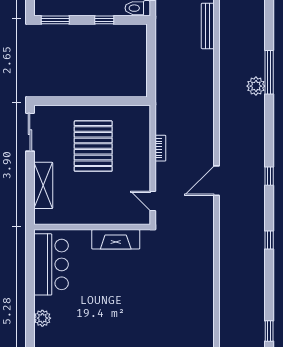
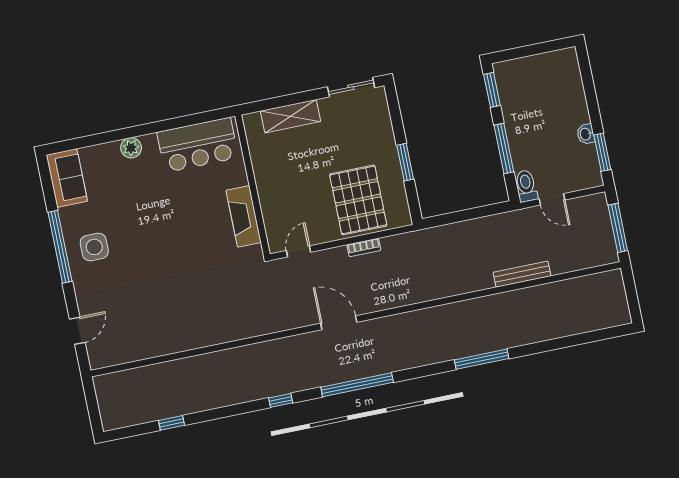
window: (104, 20) -> (504, 149), width x2.17
plant: (256, 86) -> (462, 347), removed
window: (99, 101) -> (405, 162), added
pallet: (93, 146) -> (358, 200), moved, turned 90
window: (269, 176) -> (357, 385), width x3.17

